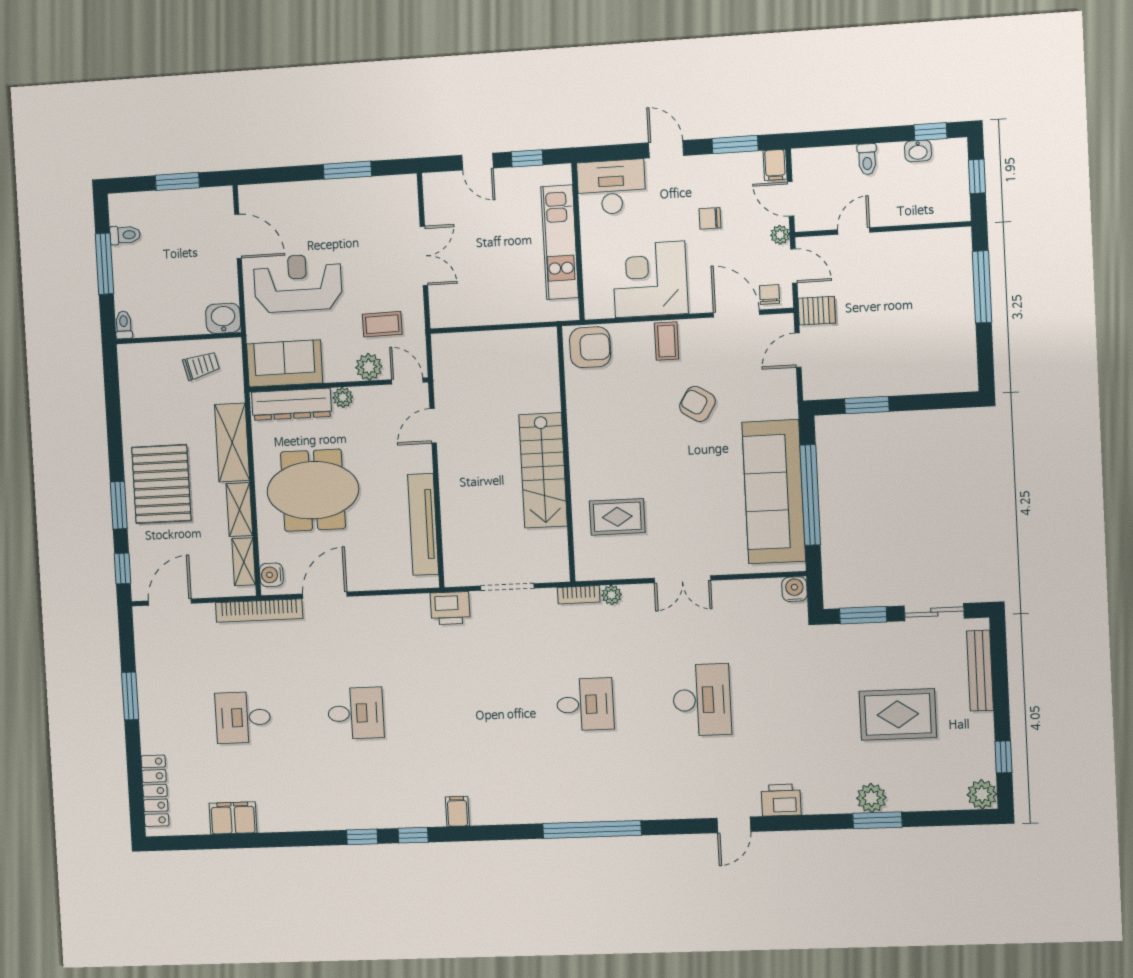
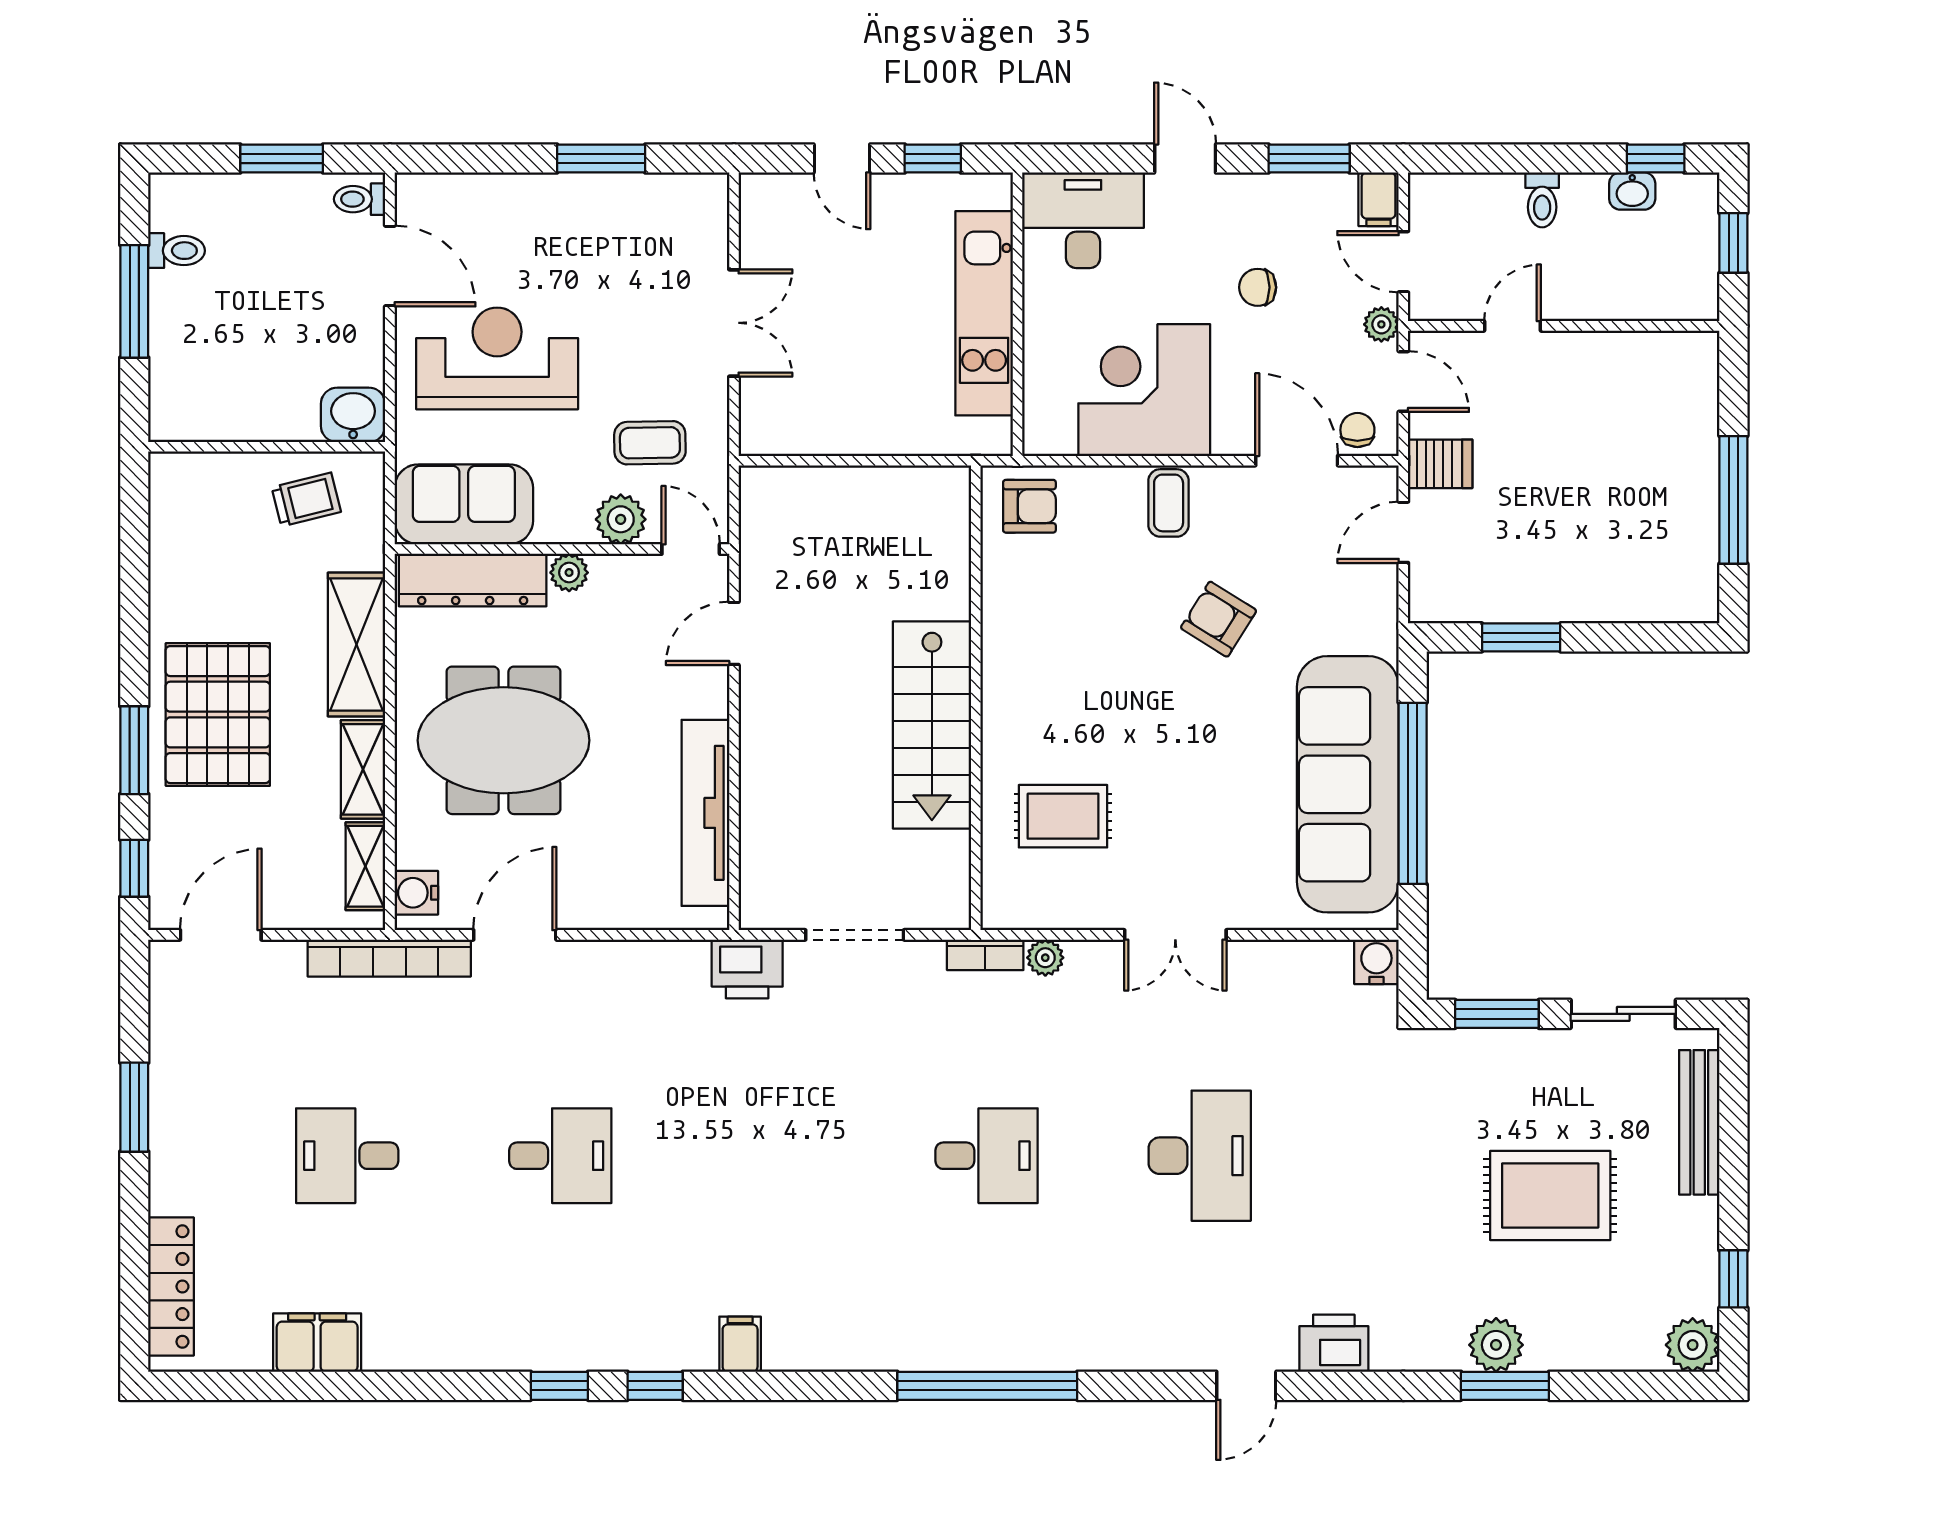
window: (982, 287) -> (1733, 500), moved
toilet: (124, 325) -> (360, 199), moved, turned -90
armchair: (590, 347) -> (1029, 506), width x0.72, depth x0.72

